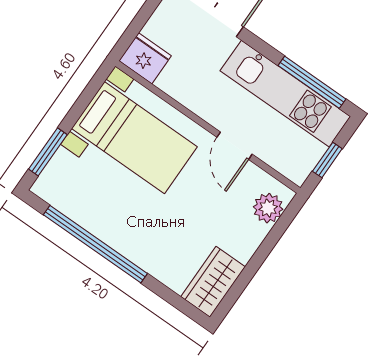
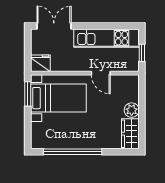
window: (312, 82) -> (114, 26), removed
window: (48, 152) -> (28, 94), moved
plant: (268, 208) -> (132, 110), moved

